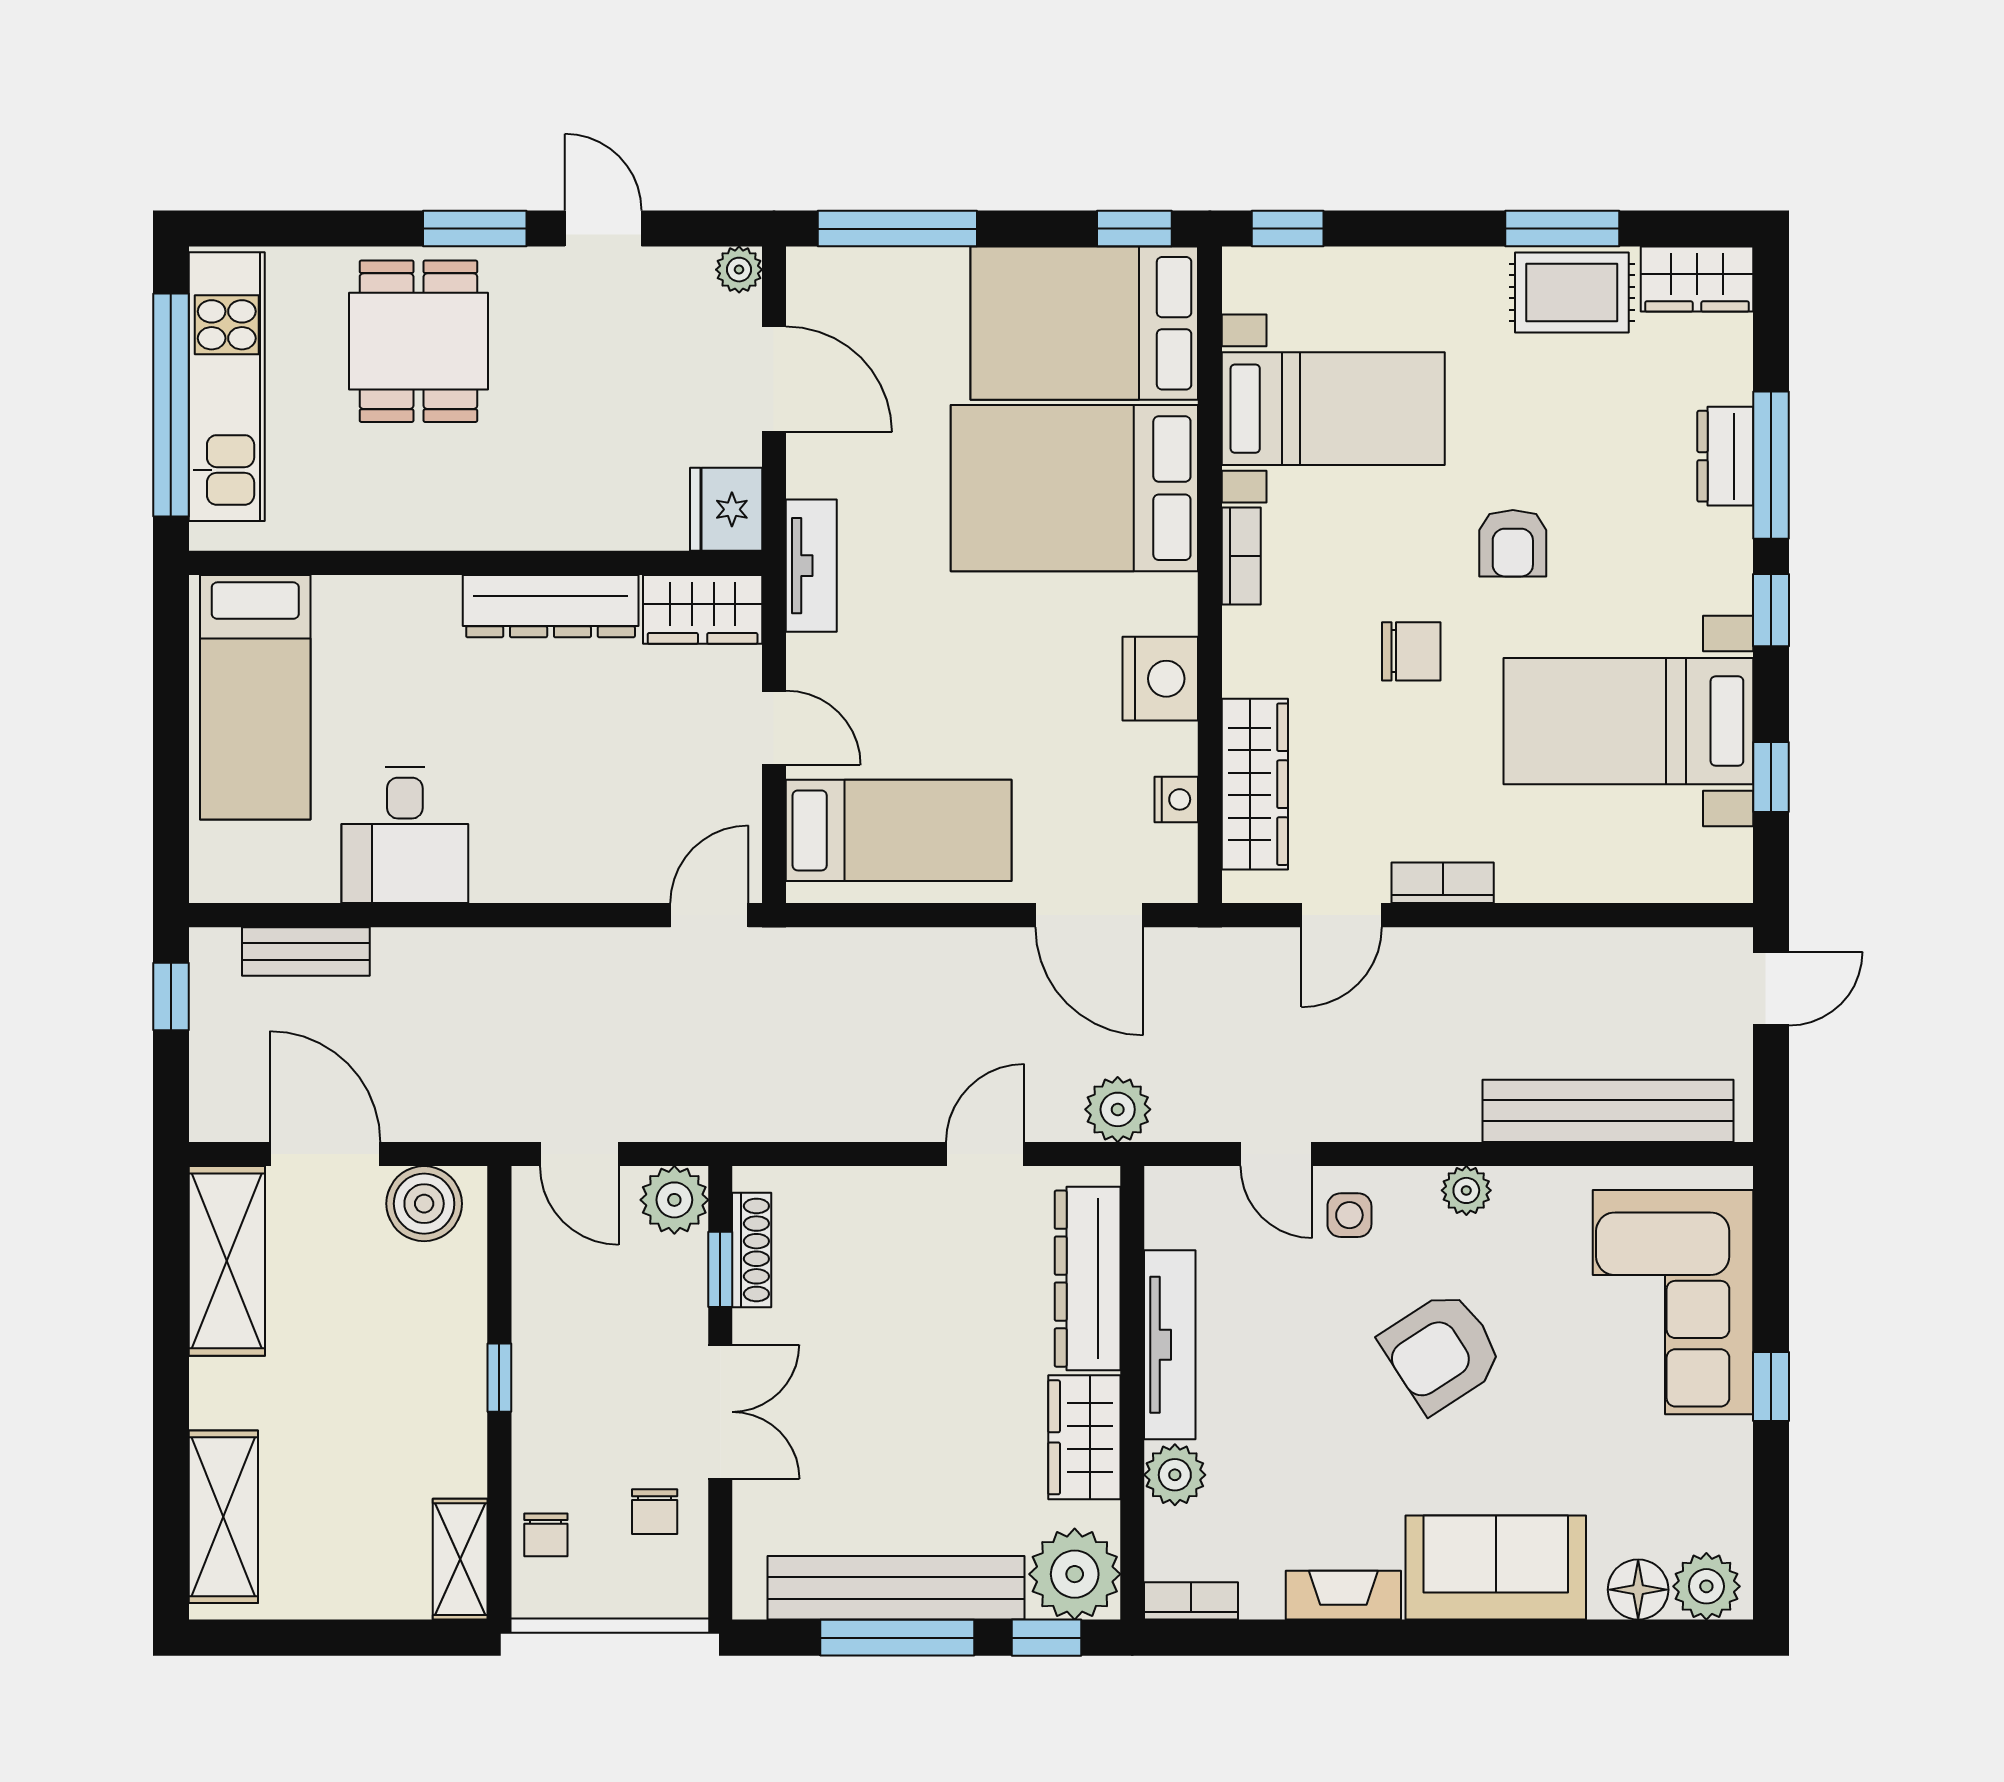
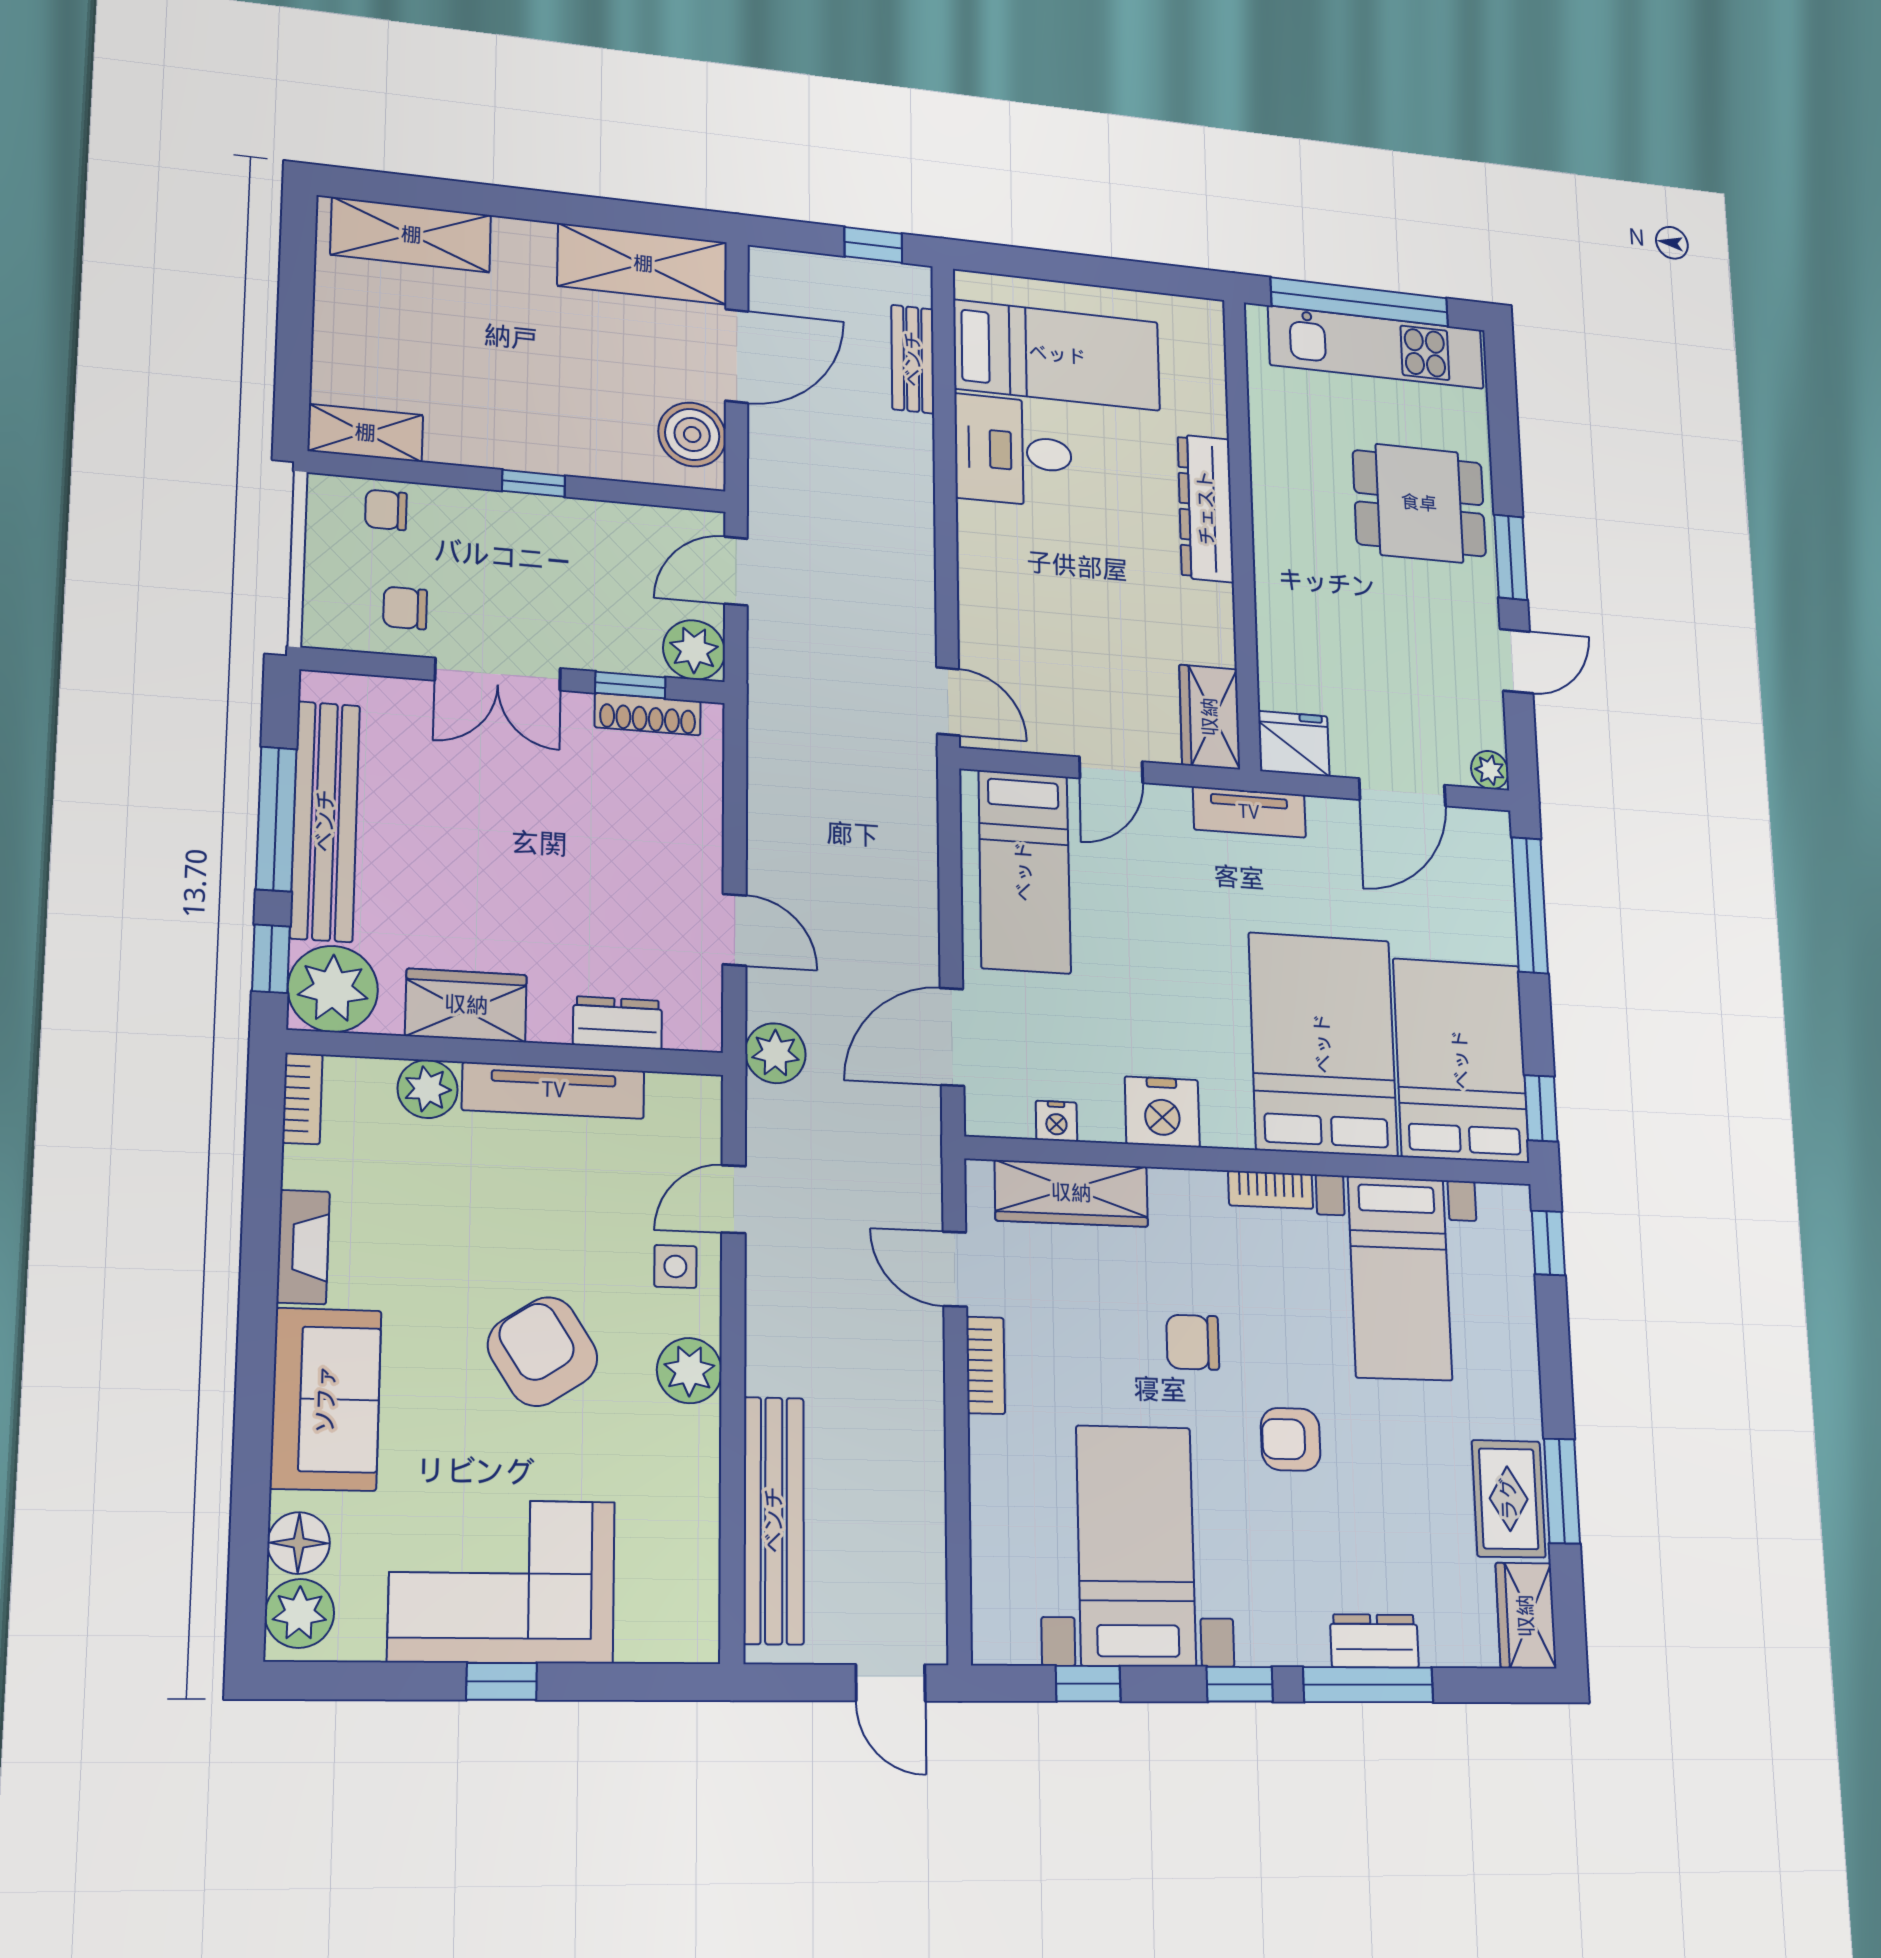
dresser: (551, 606) -> (1206, 508), moved
chair: (1411, 651) -> (1193, 1342), turned 90
bed: (255, 697) -> (1057, 355), moved, turned 180
plant: (1466, 1190) -> (689, 1371), width x1.38, depth x1.38
dresser: (1088, 1279) -> (618, 1023), width x0.51, depth x0.80
corner sofa: (1673, 1302) -> (502, 1581), moved

